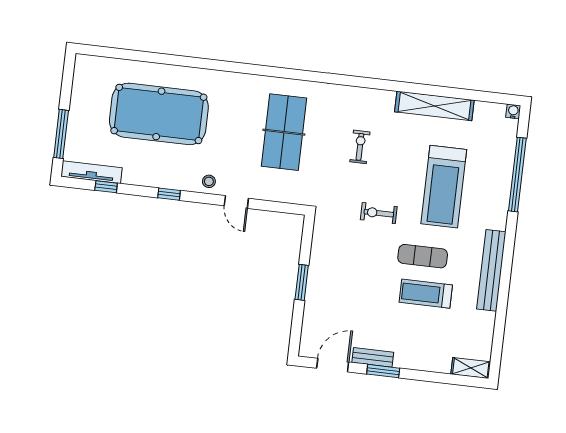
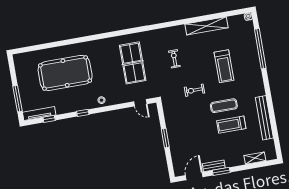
treadmill: (444, 187) -> (224, 66), width x0.73, depth x0.73
door: (236, 202) -> (140, 103), moved
bench: (491, 270) -> (264, 118), moved
shelving: (471, 368) -> (255, 158), moved

